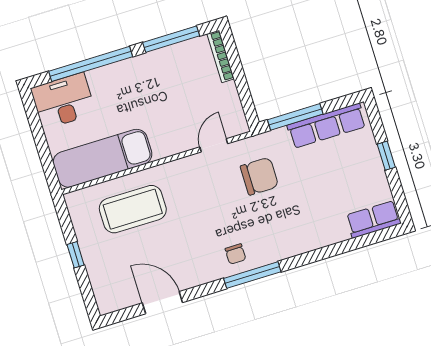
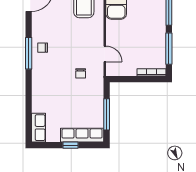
window: (295, 117) -> (107, 114), moved
row of seats: (327, 126) -> (82, 135), moved, turned 90
chair: (259, 176) -> (81, 73), width x0.54, depth x0.54

